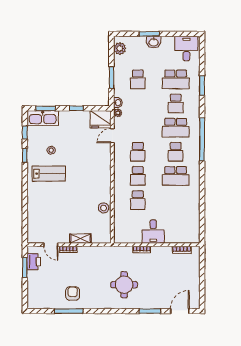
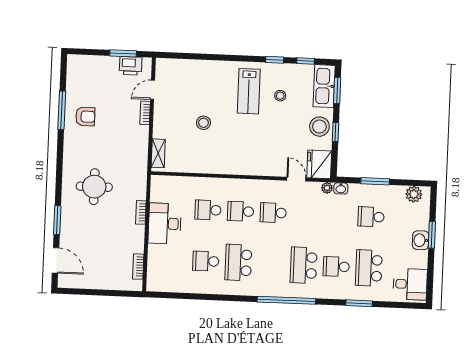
stool: (73, 120) -> (319, 127), added
school desk: (176, 152) -> (206, 261), moved
stool: (104, 208) -> (204, 123), moved
desk: (153, 232) -> (165, 224), width x1.37
shelving: (80, 239) -> (158, 153), moved

